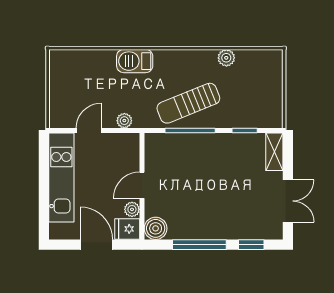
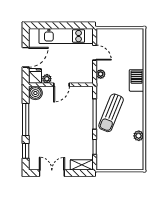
sun lounger: (188, 103) -> (111, 113), turned -136
door: (142, 185) -> (62, 85), swing flipped
double door: (288, 201) -> (52, 173), swing flipped

